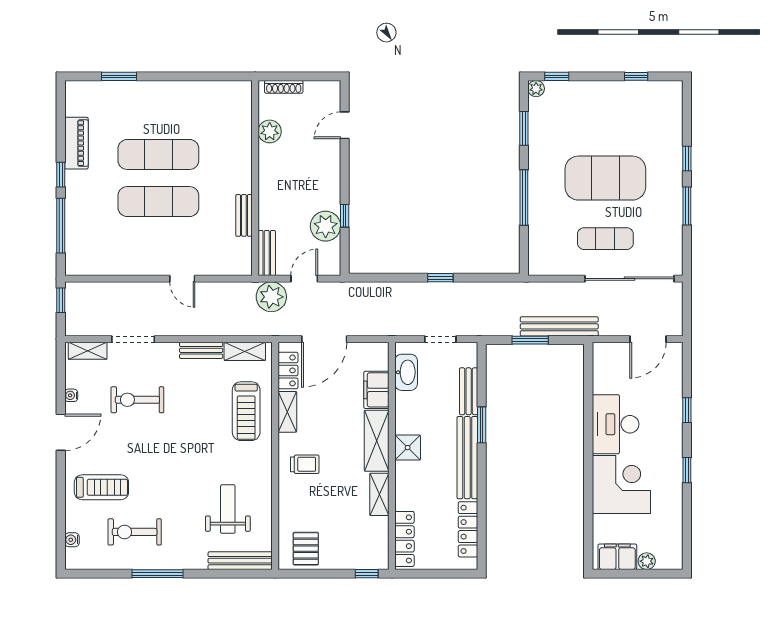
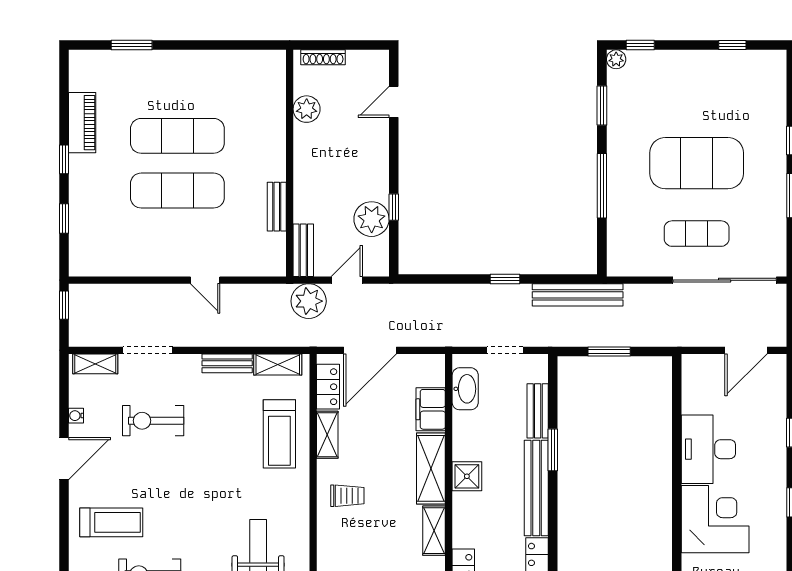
window: (61, 226) -> (64, 218), width x0.46
bench: (559, 326) -> (578, 295), moved

